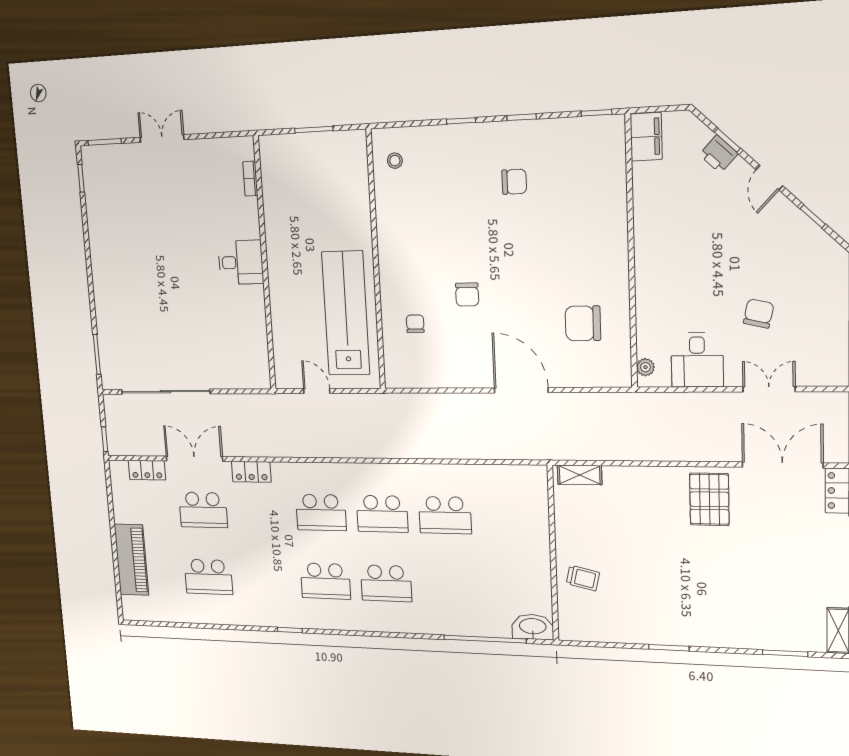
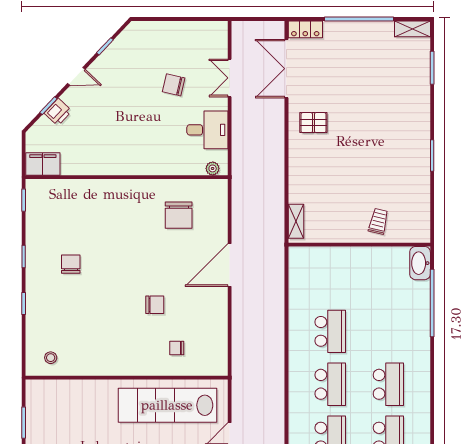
pallet: (709, 499) -> (313, 123), width x0.67, depth x0.71

